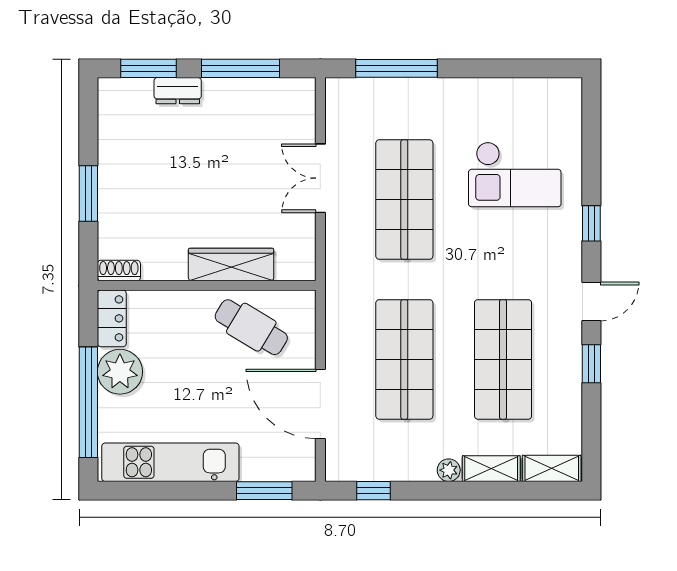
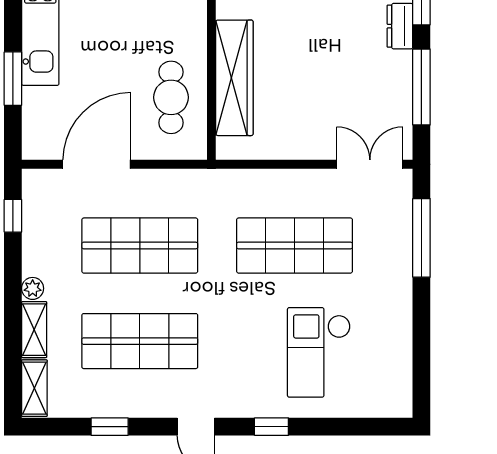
double door: (320, 178) -> (370, 164), moved
wardrobe: (231, 265) -> (234, 78), width x1.40, depth x1.17
cafe table: (251, 327) -> (171, 97), turned -31
window: (591, 364) -> (110, 427), moved
window: (264, 491) -> (13, 79), moved

